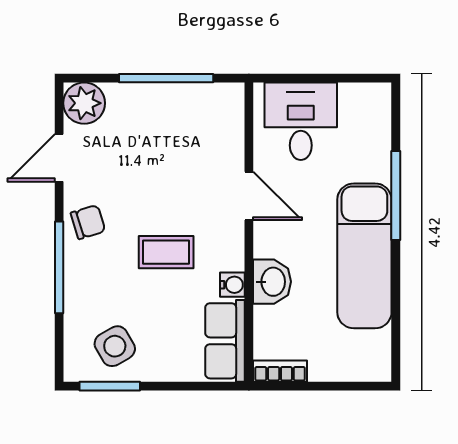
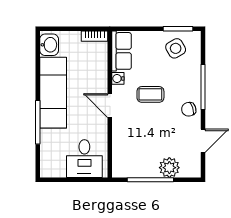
plant: (84, 103) -> (169, 168), moved
door: (249, 196) -> (110, 106), moved
washbasin: (272, 282) -> (49, 45), moved, turned 180

